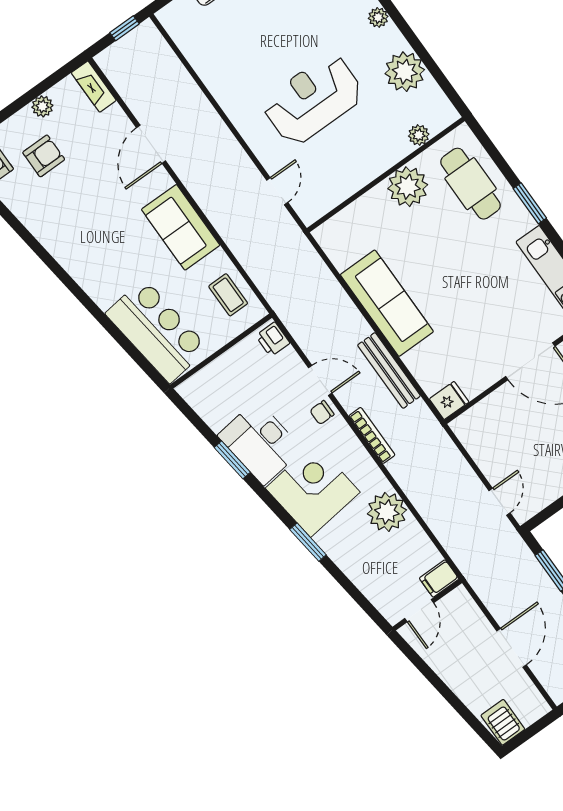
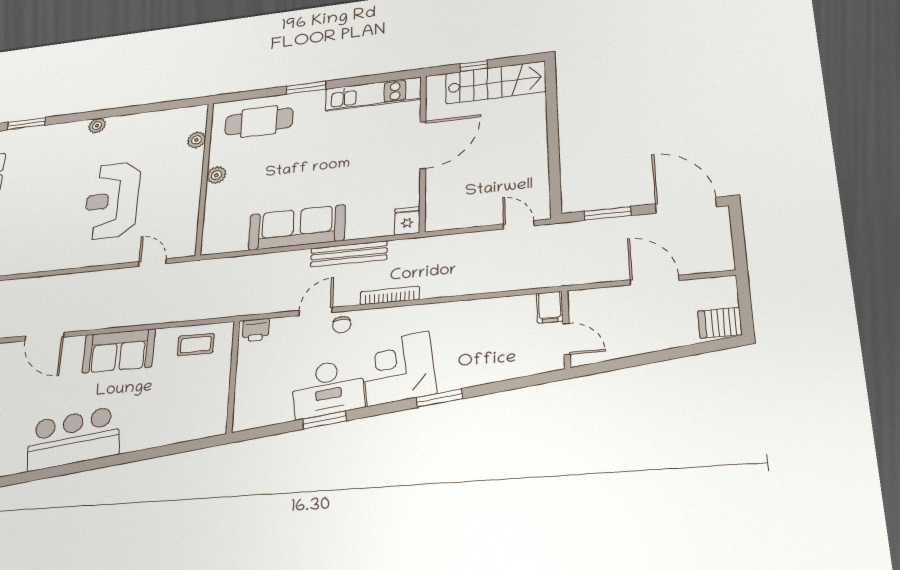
plant: (405, 72) -> (147, 127), removed
plant: (408, 187) -> (216, 175), width x0.53, depth x0.53
bar counter: (157, 331) -> (73, 438), moved
plant: (387, 512) -> (461, 318), removed

